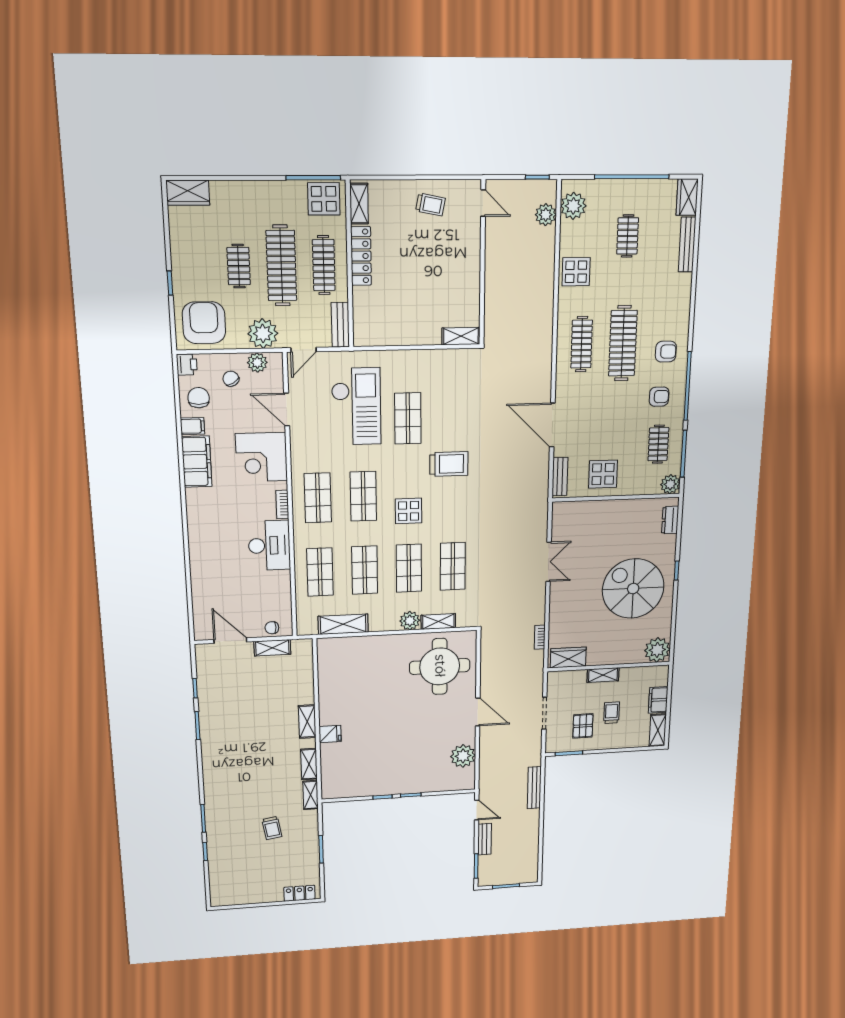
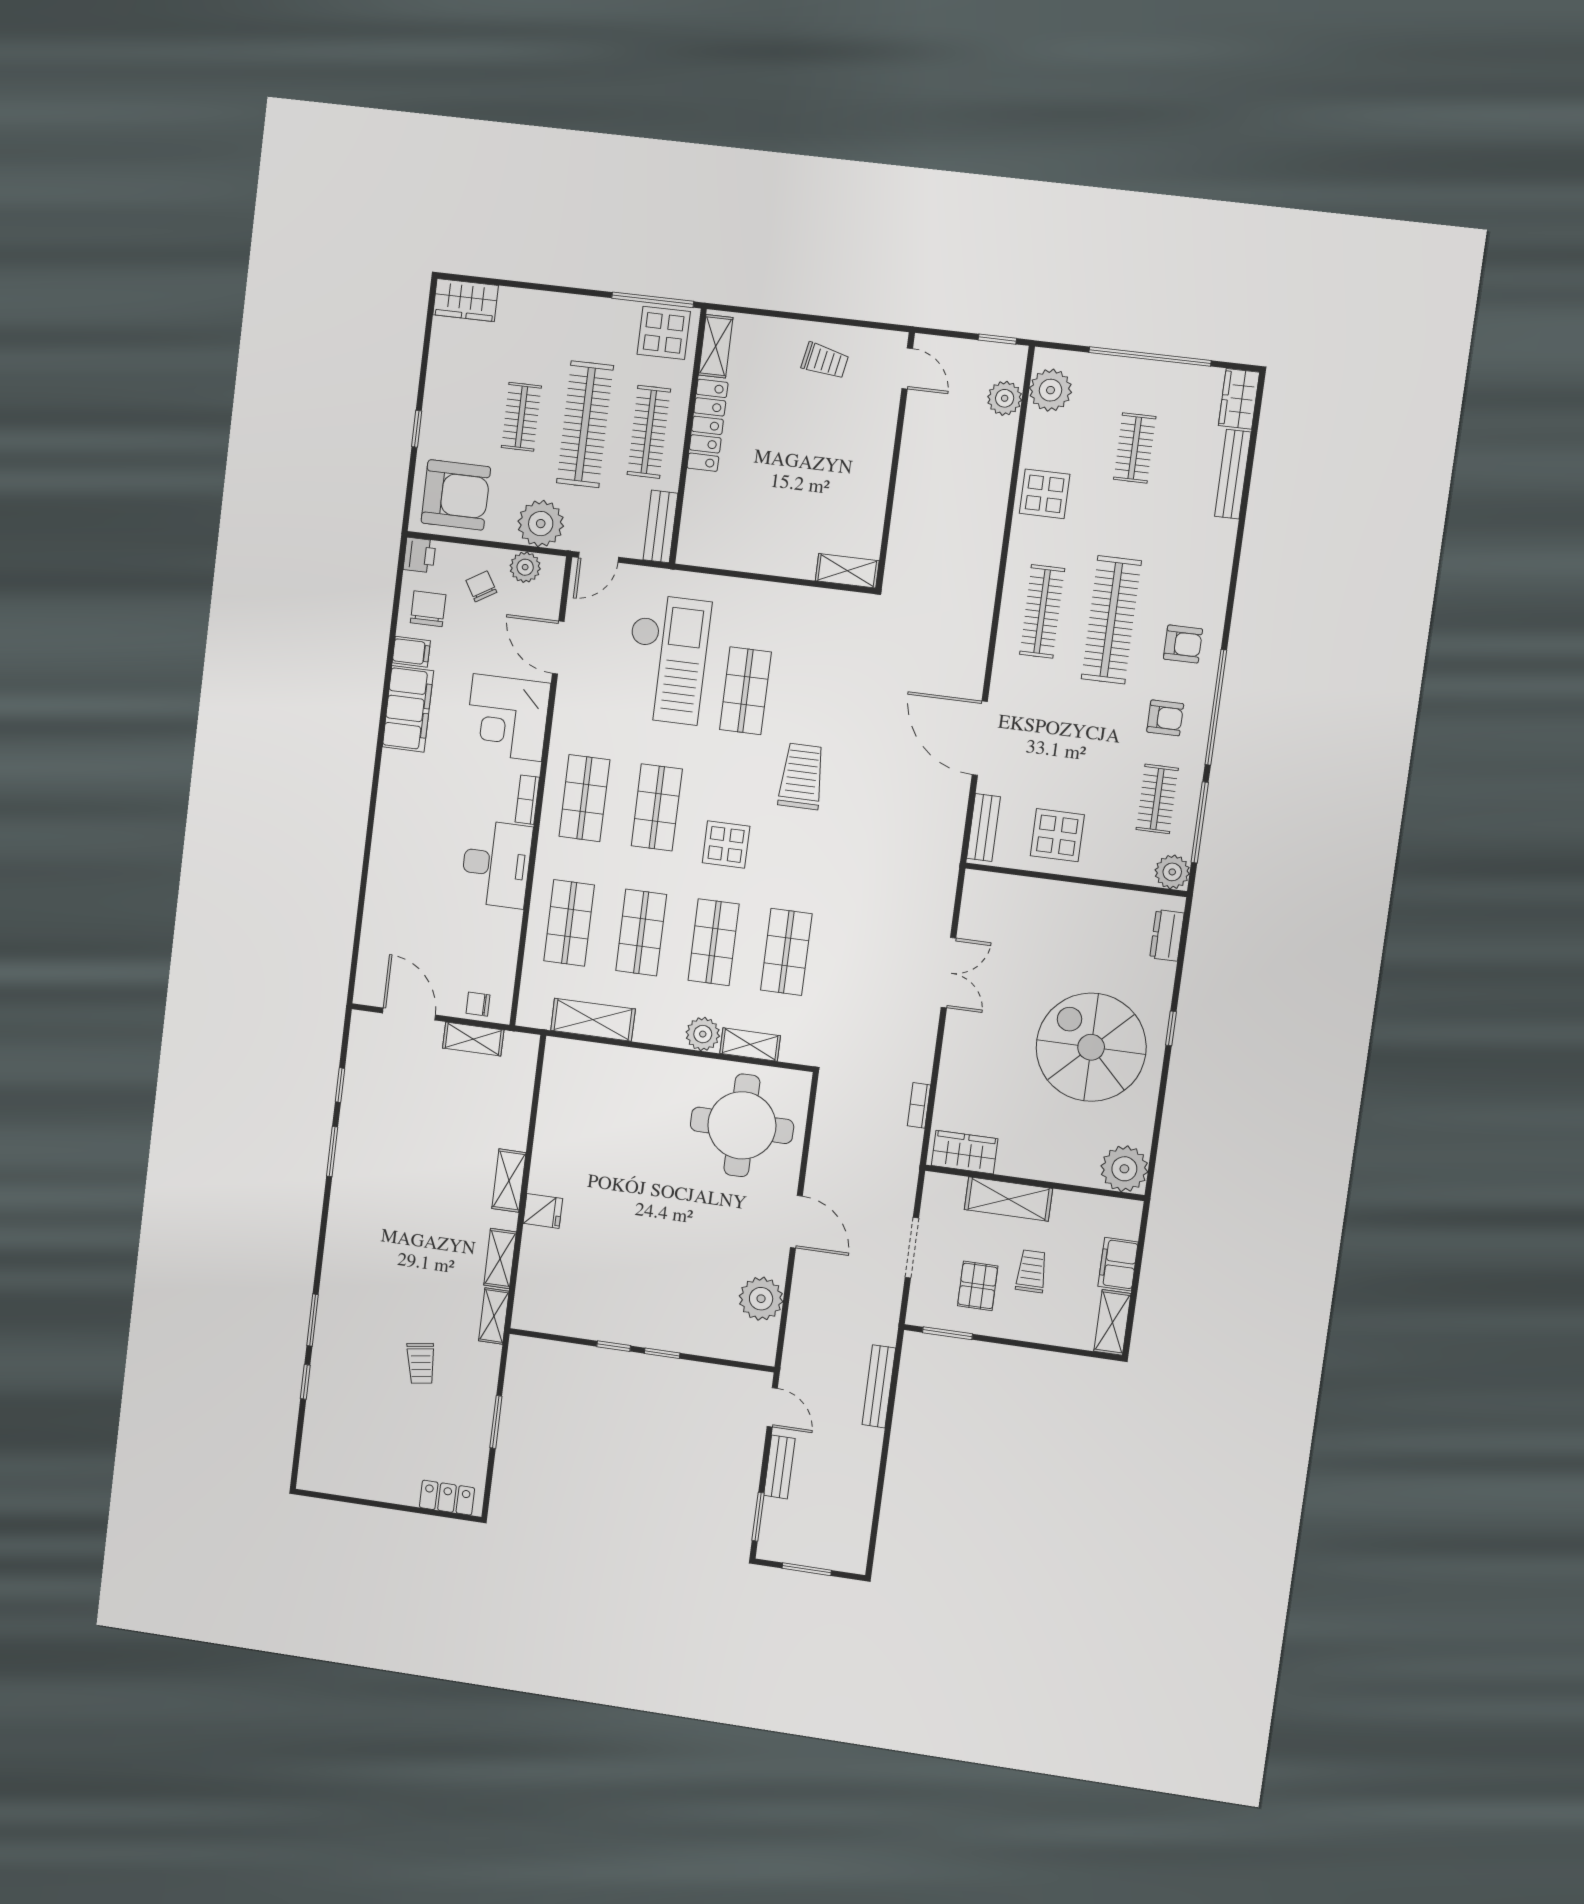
armchair: (204, 323) -> (456, 495), turned 90
trolley: (449, 464) -> (802, 776), turned -90
shelving: (603, 675) -> (1008, 1199), width x1.50, depth x1.33

